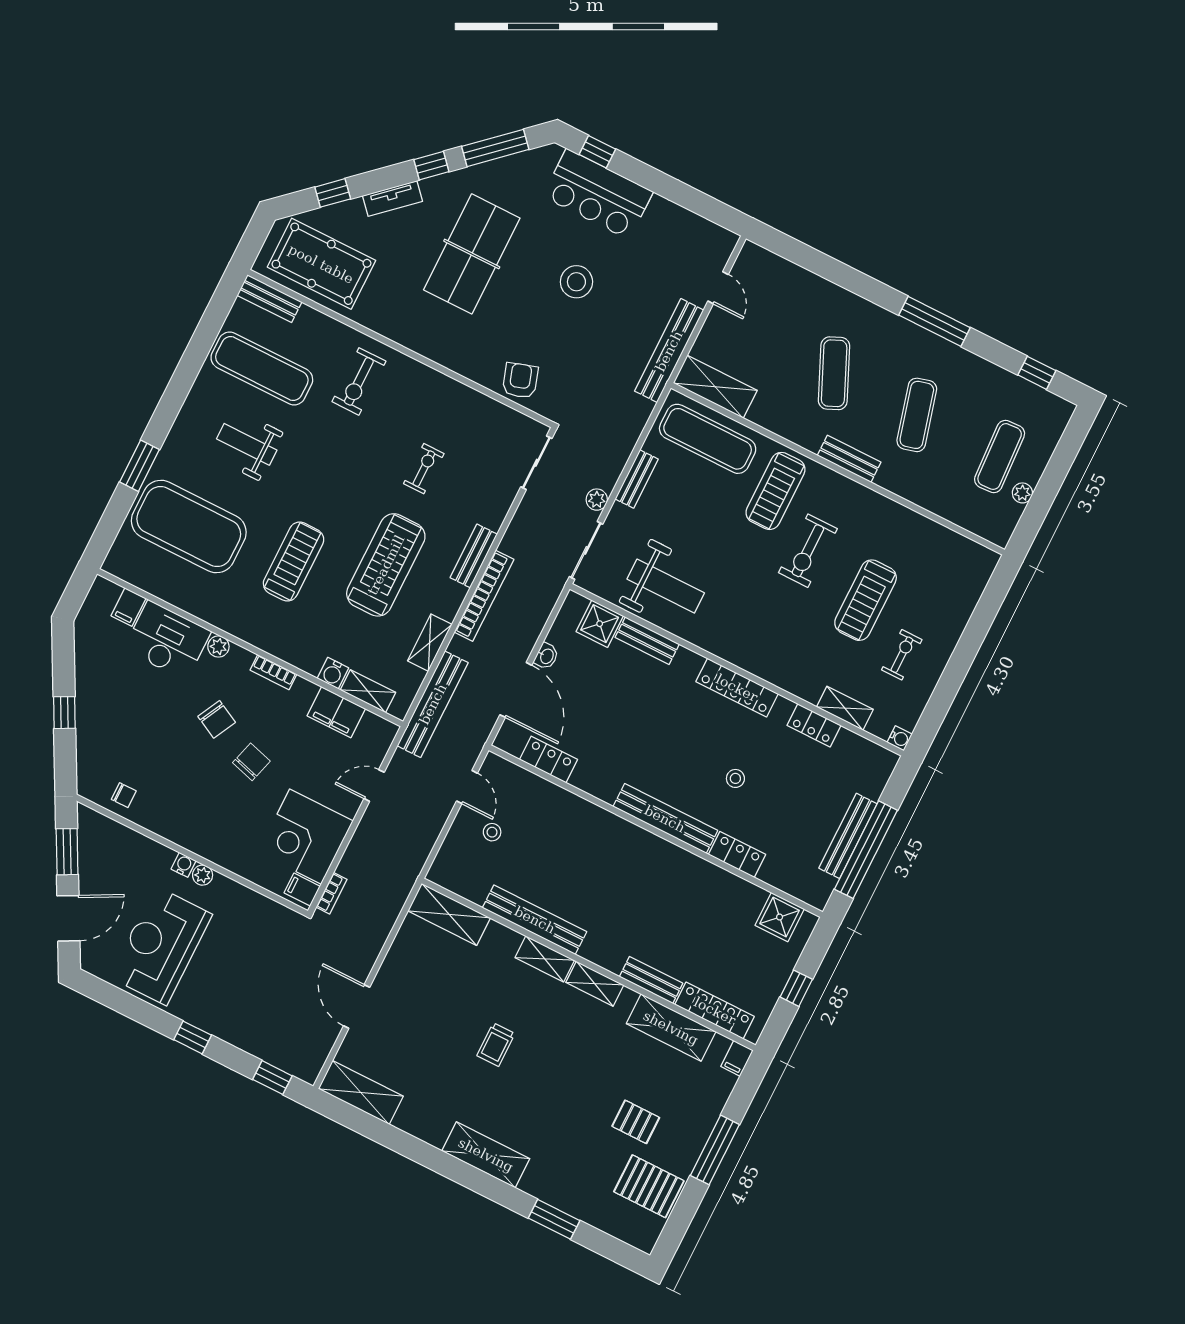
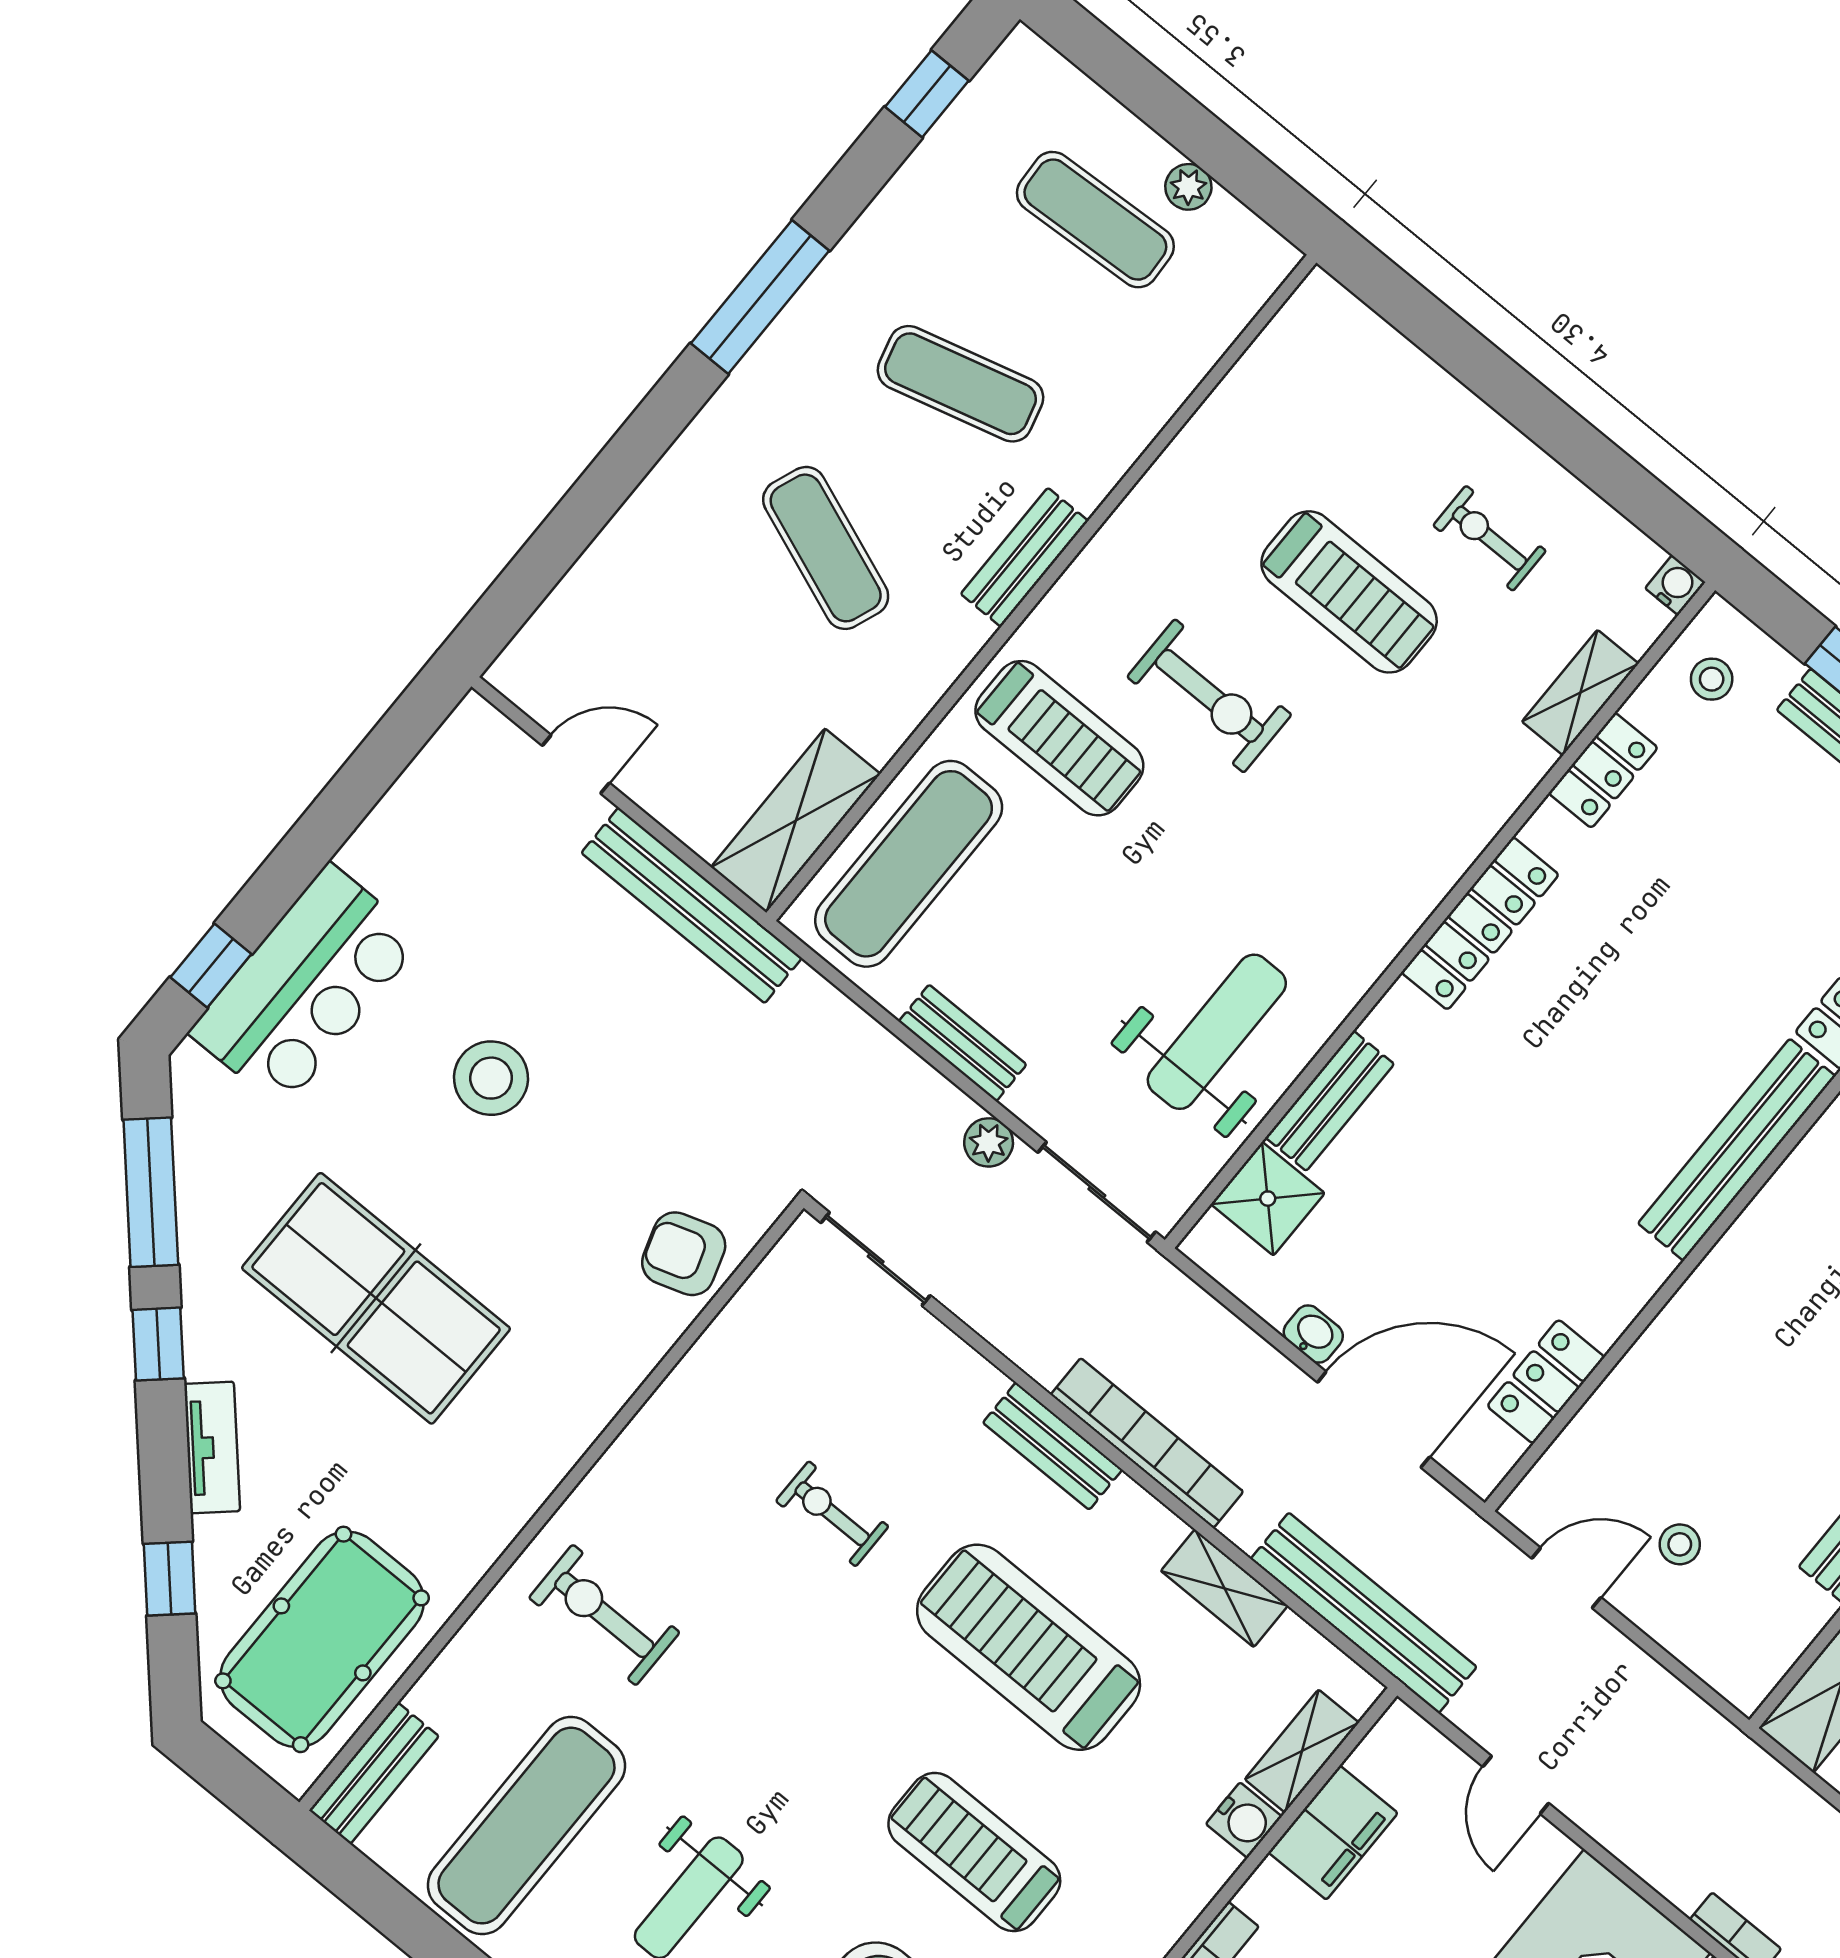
exercise mat: (834, 373) -> (826, 548), turned 45
exercise bike: (359, 381) -> (604, 1615), turned 180
stool: (735, 778) -> (1712, 679), moved

